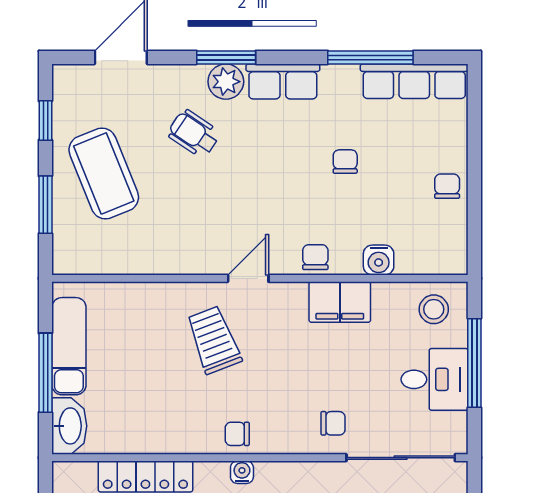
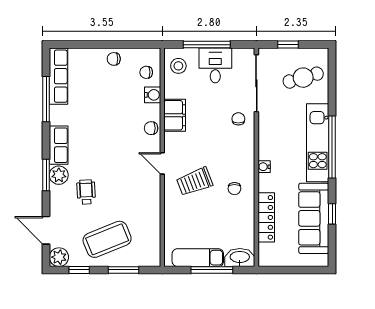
plant: (70, 82) -> (59, 257), added
wheelchair: (194, 134) -> (86, 192), turned 143
chair: (345, 162) -> (146, 72), moved
chair: (237, 434) -> (234, 189), moved

